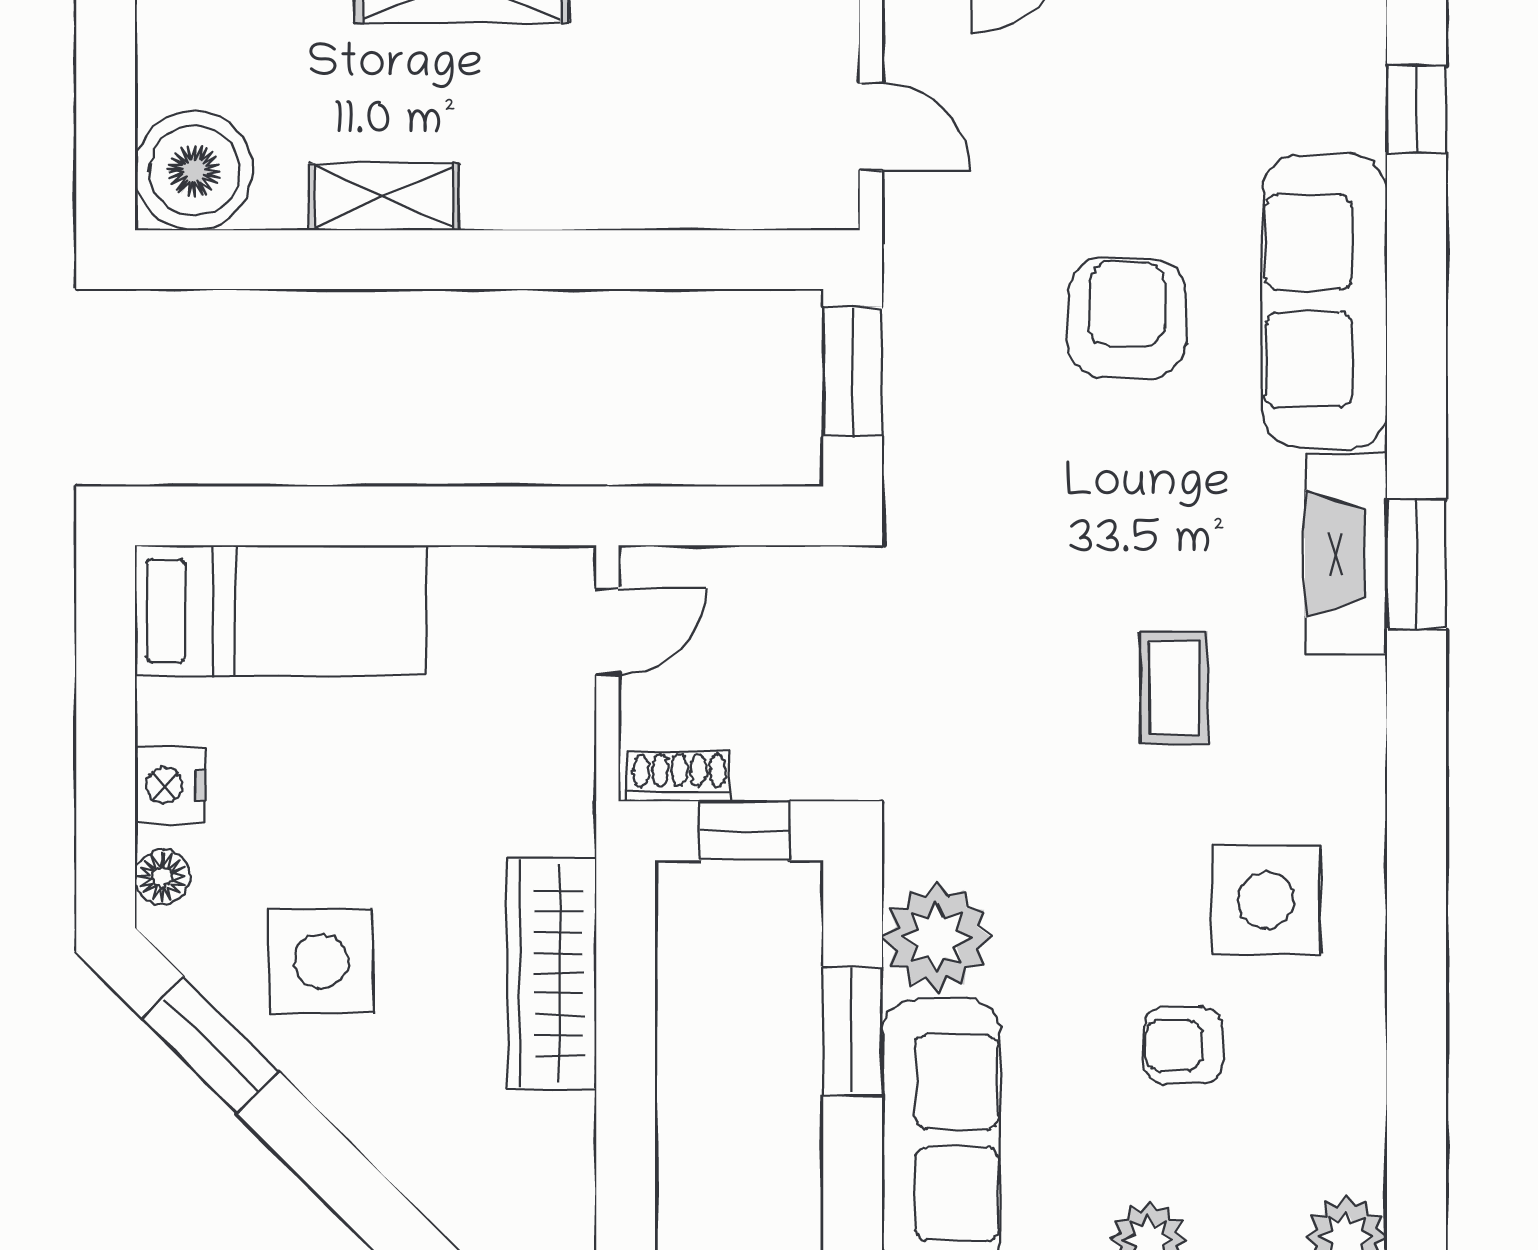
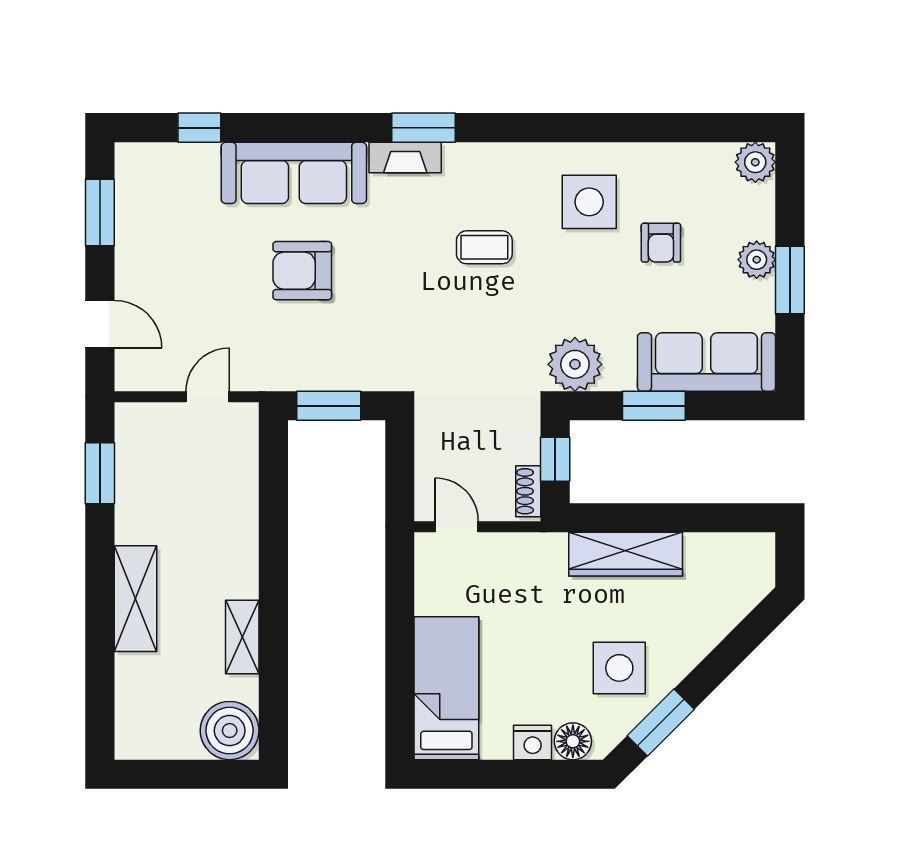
fireplace: (1346, 554) -> (405, 157), width x0.73, depth x0.76
floor lamp: (162, 877) -> (573, 741), width x1.37, depth x1.37
plant: (937, 937) -> (575, 364), moved

